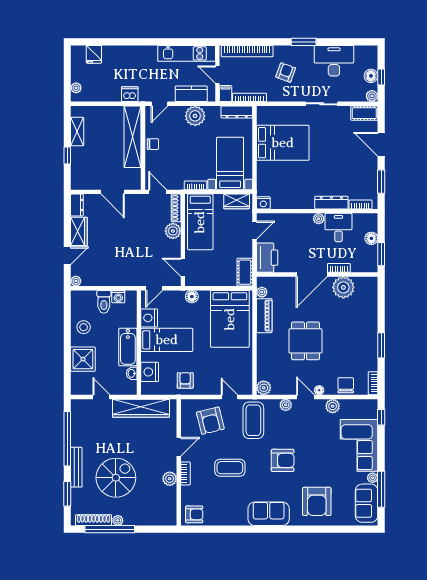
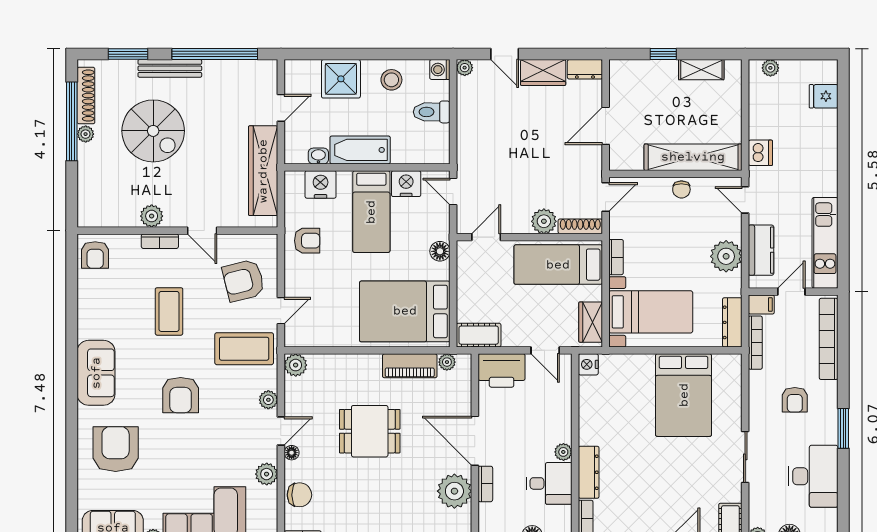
armchair: (286, 72) -> (795, 400), turned 70
washing machine: (118, 297) -> (440, 70), moved
armchair: (317, 501) -> (116, 449), turned 90

